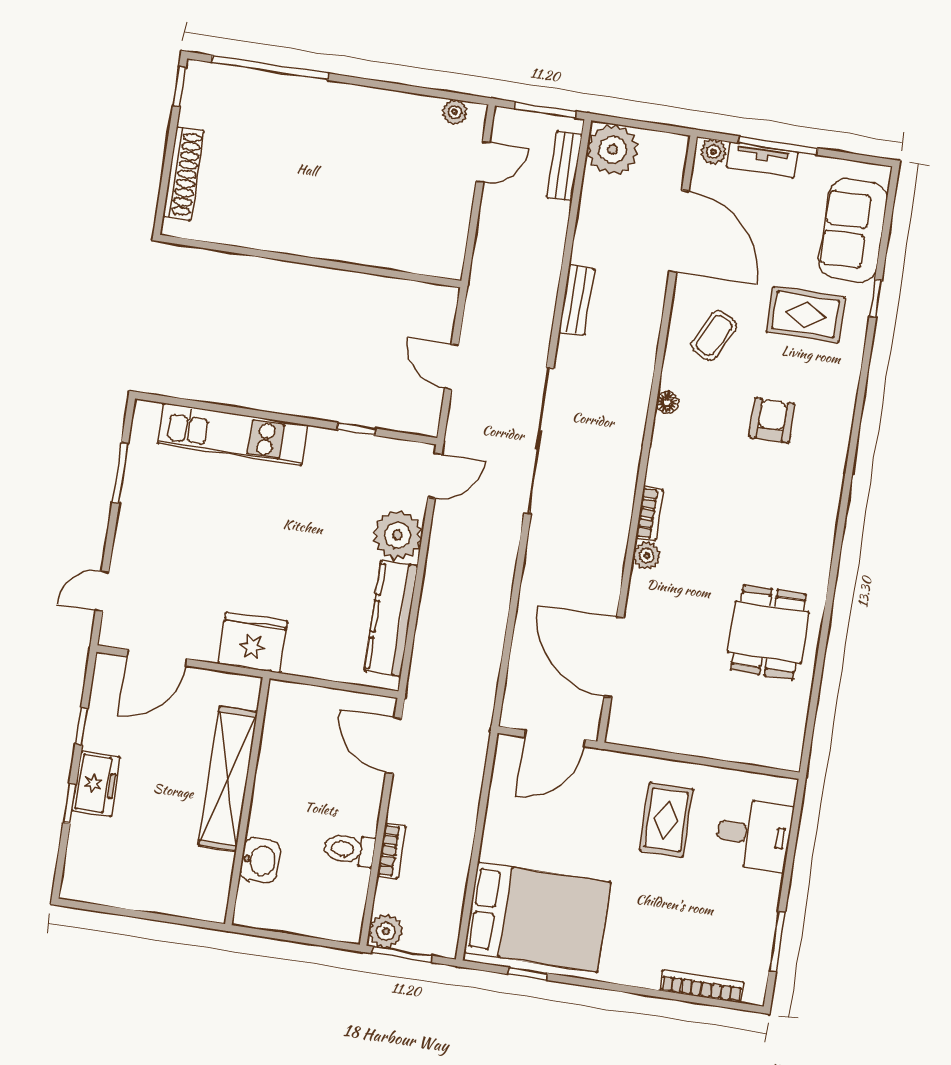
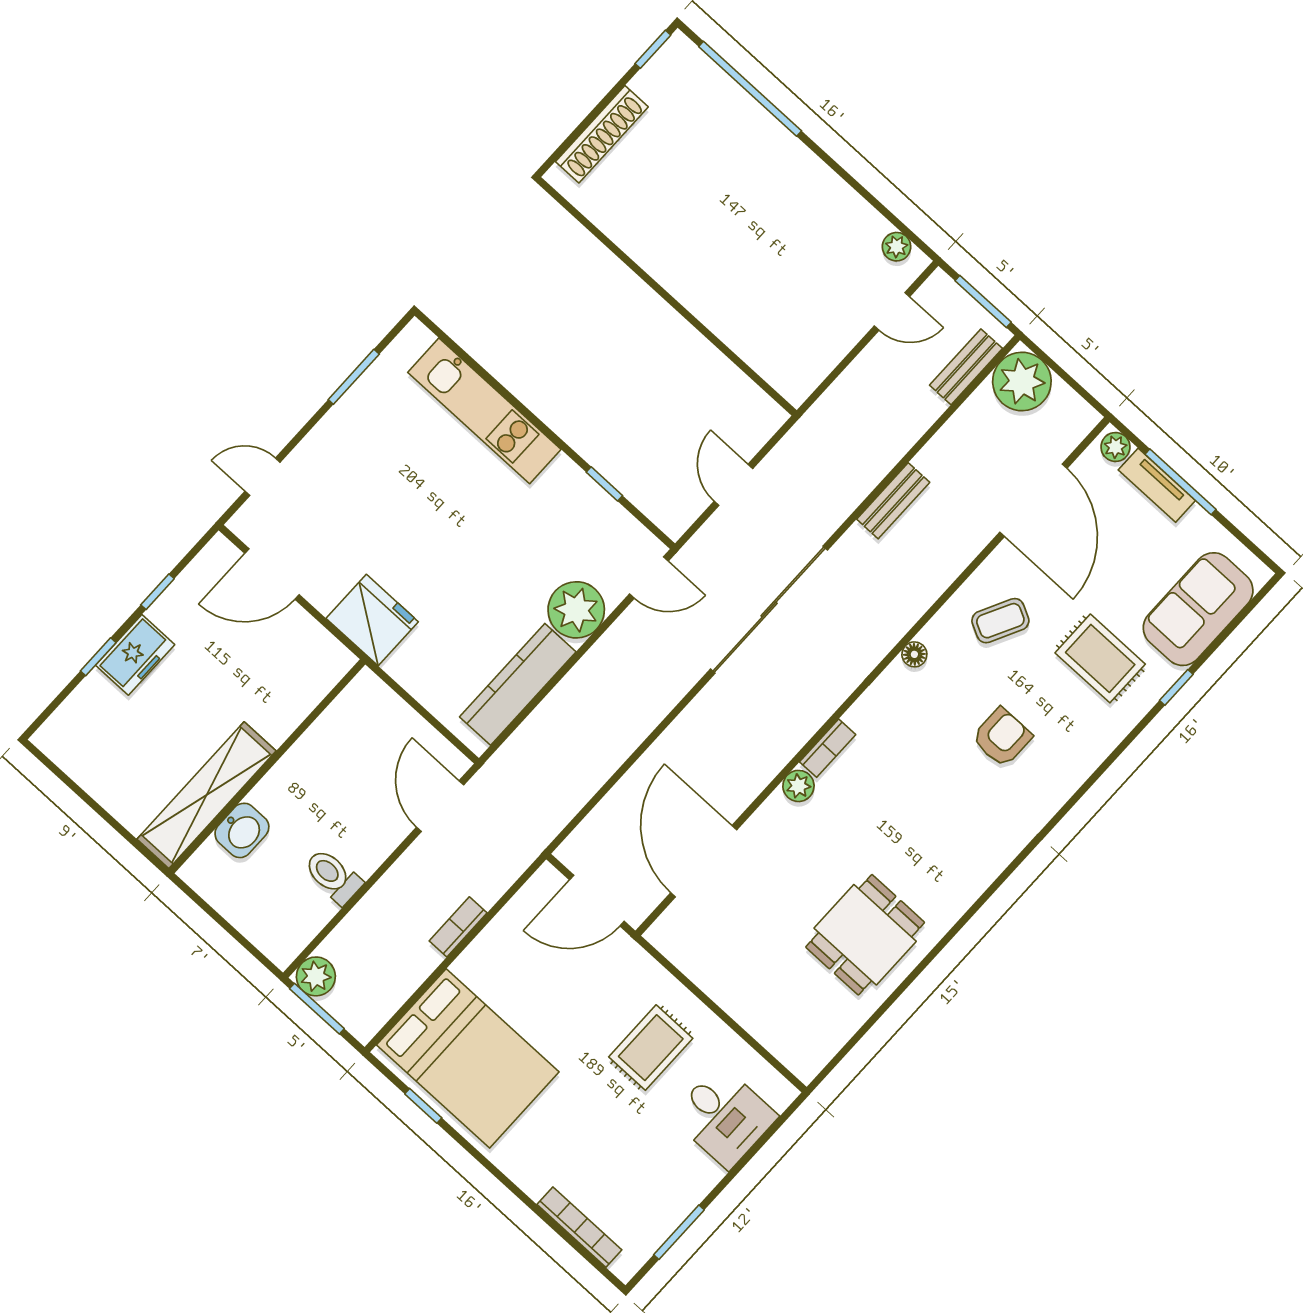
shelving: (228, 779) -> (207, 795), moved
bookcase: (391, 851) -> (458, 927), moved, turned 180

